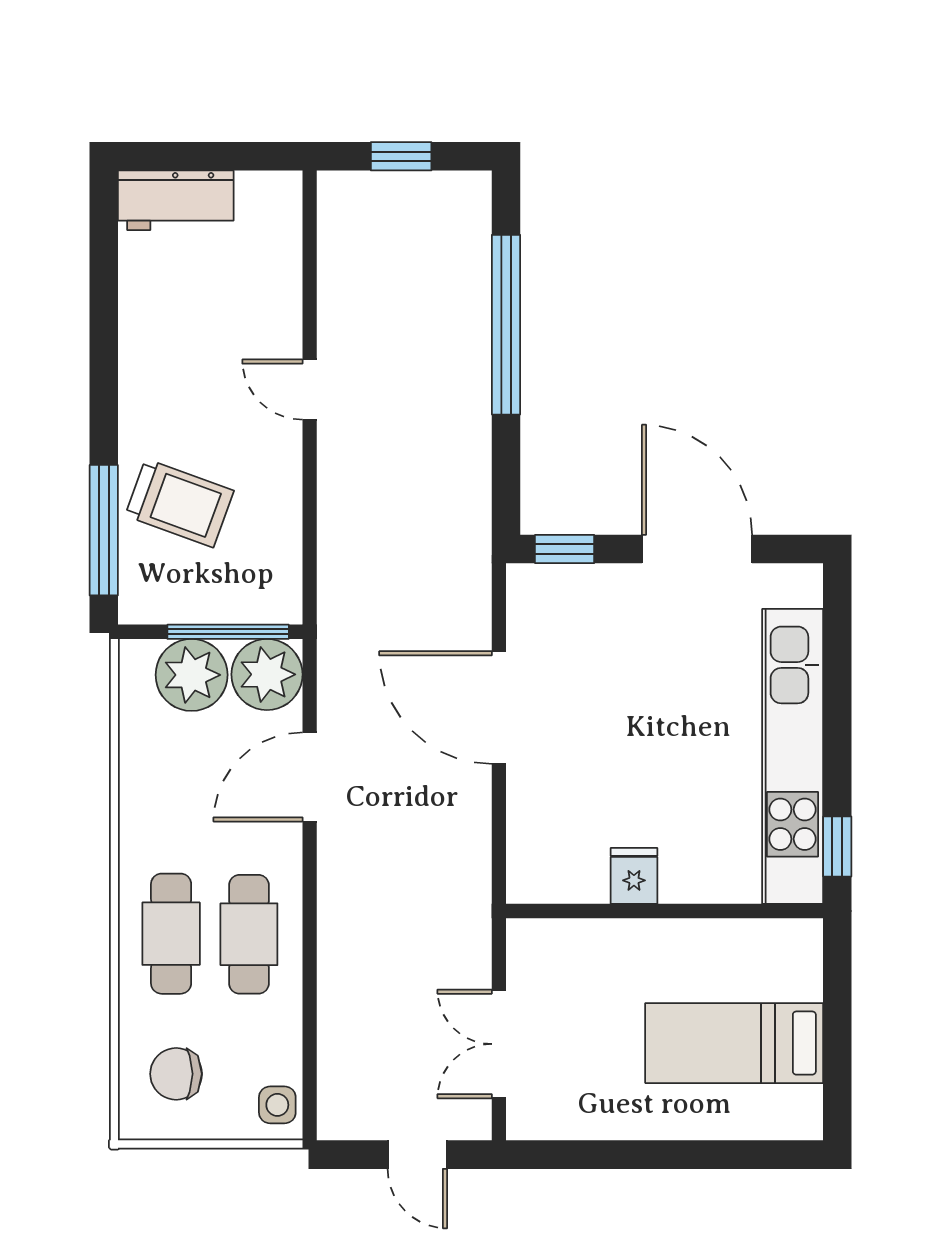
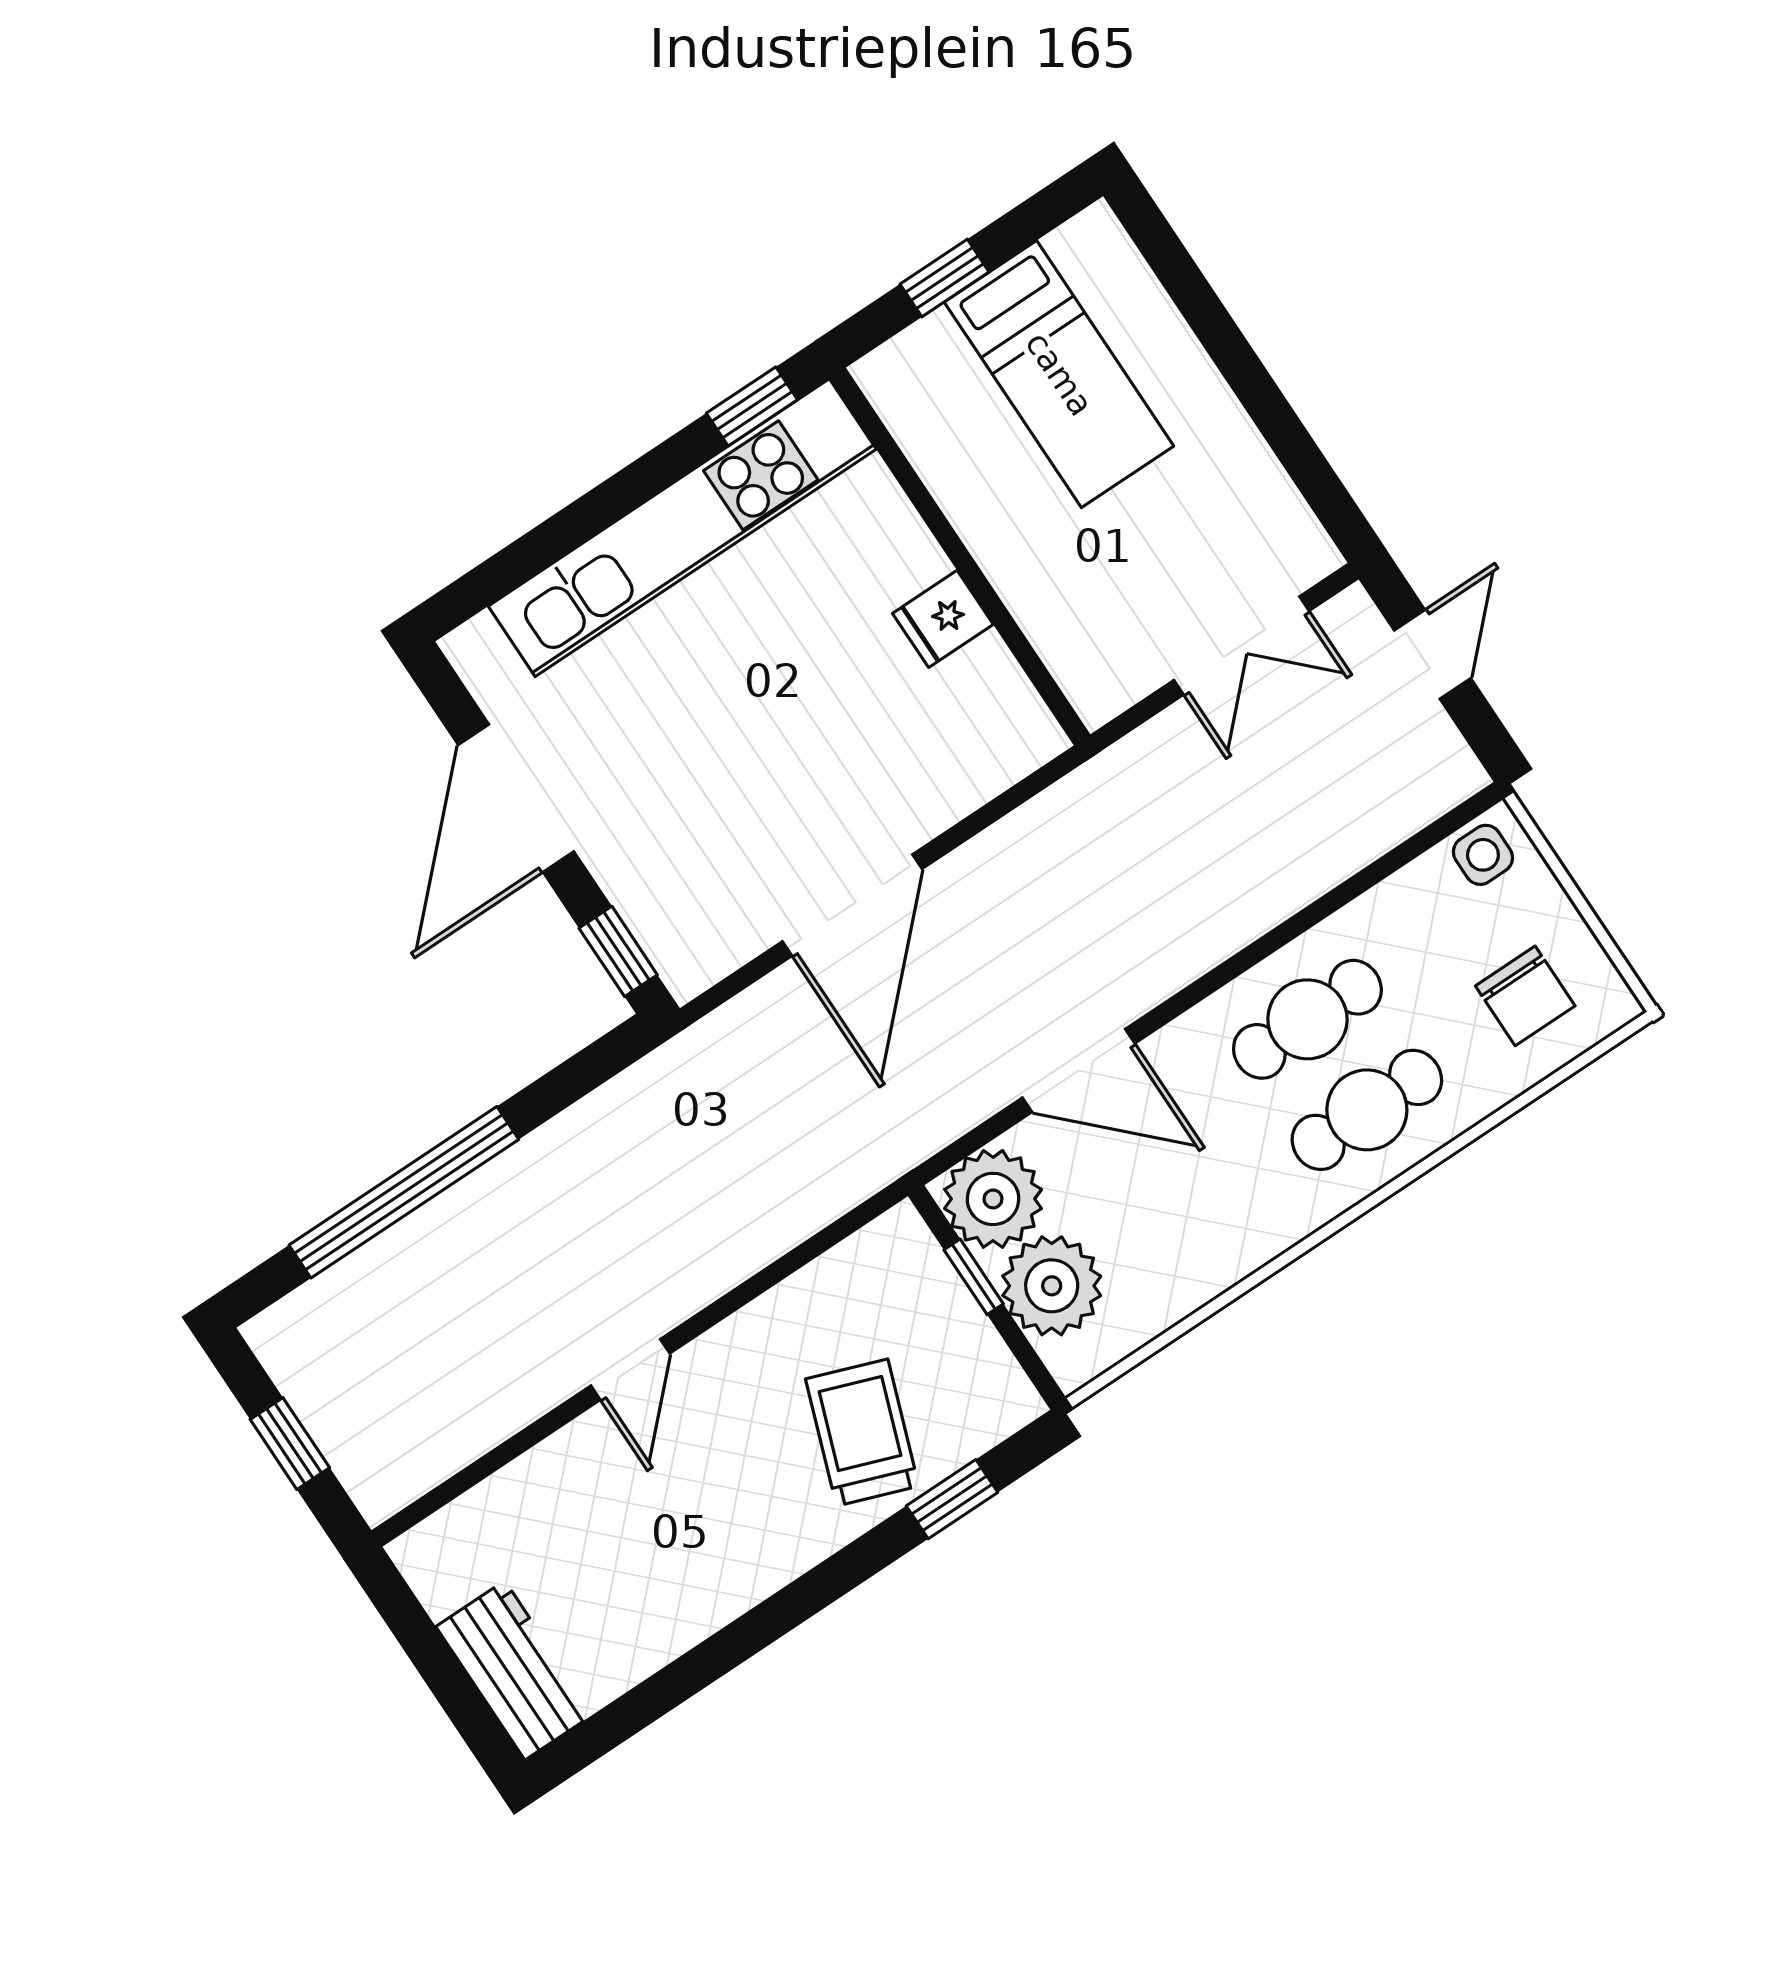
window: (104, 530) -> (952, 1499), width x0.46
window: (228, 632) -> (974, 1277), width x0.46
window: (837, 1013) -> (945, 278), added

